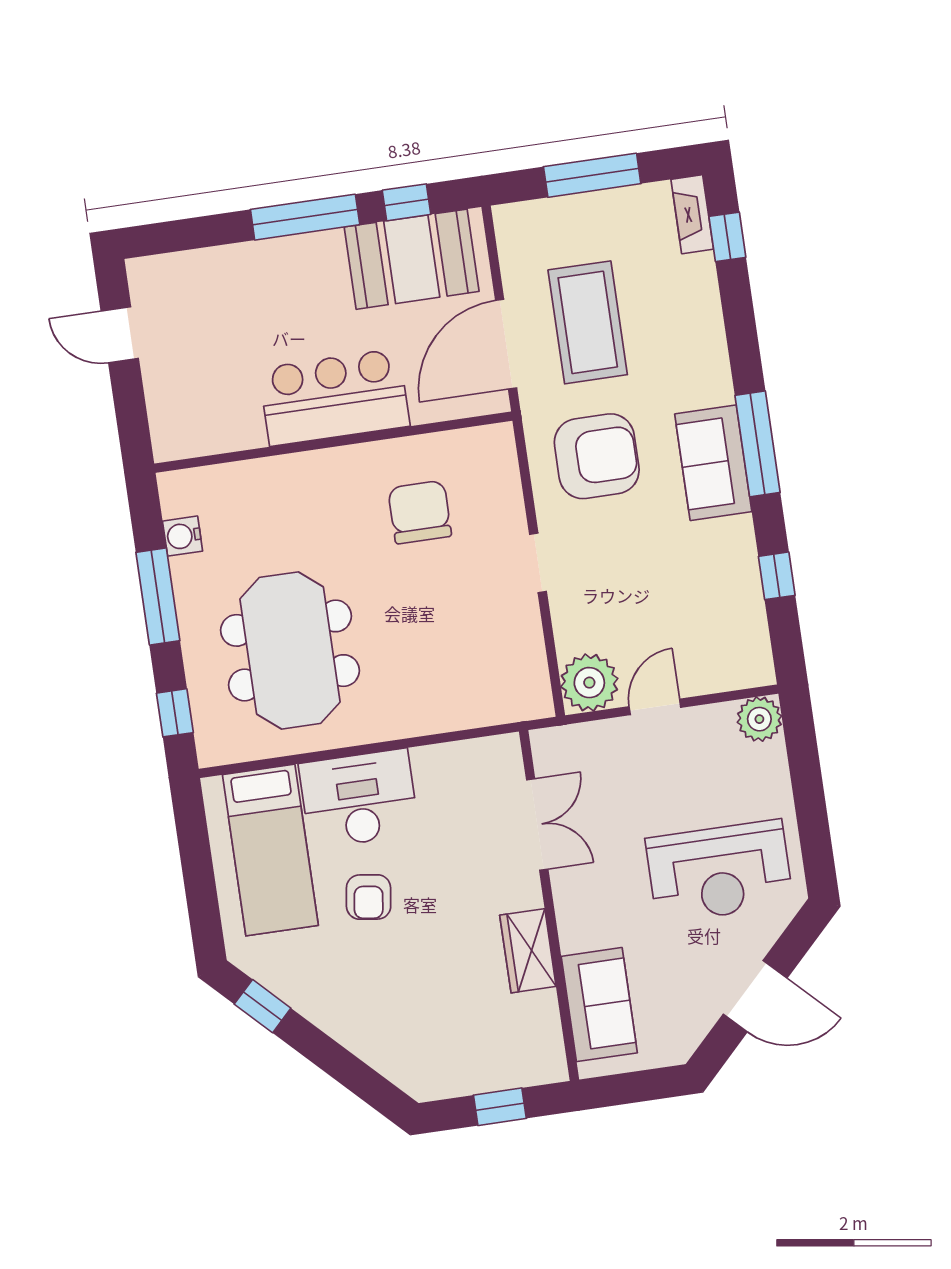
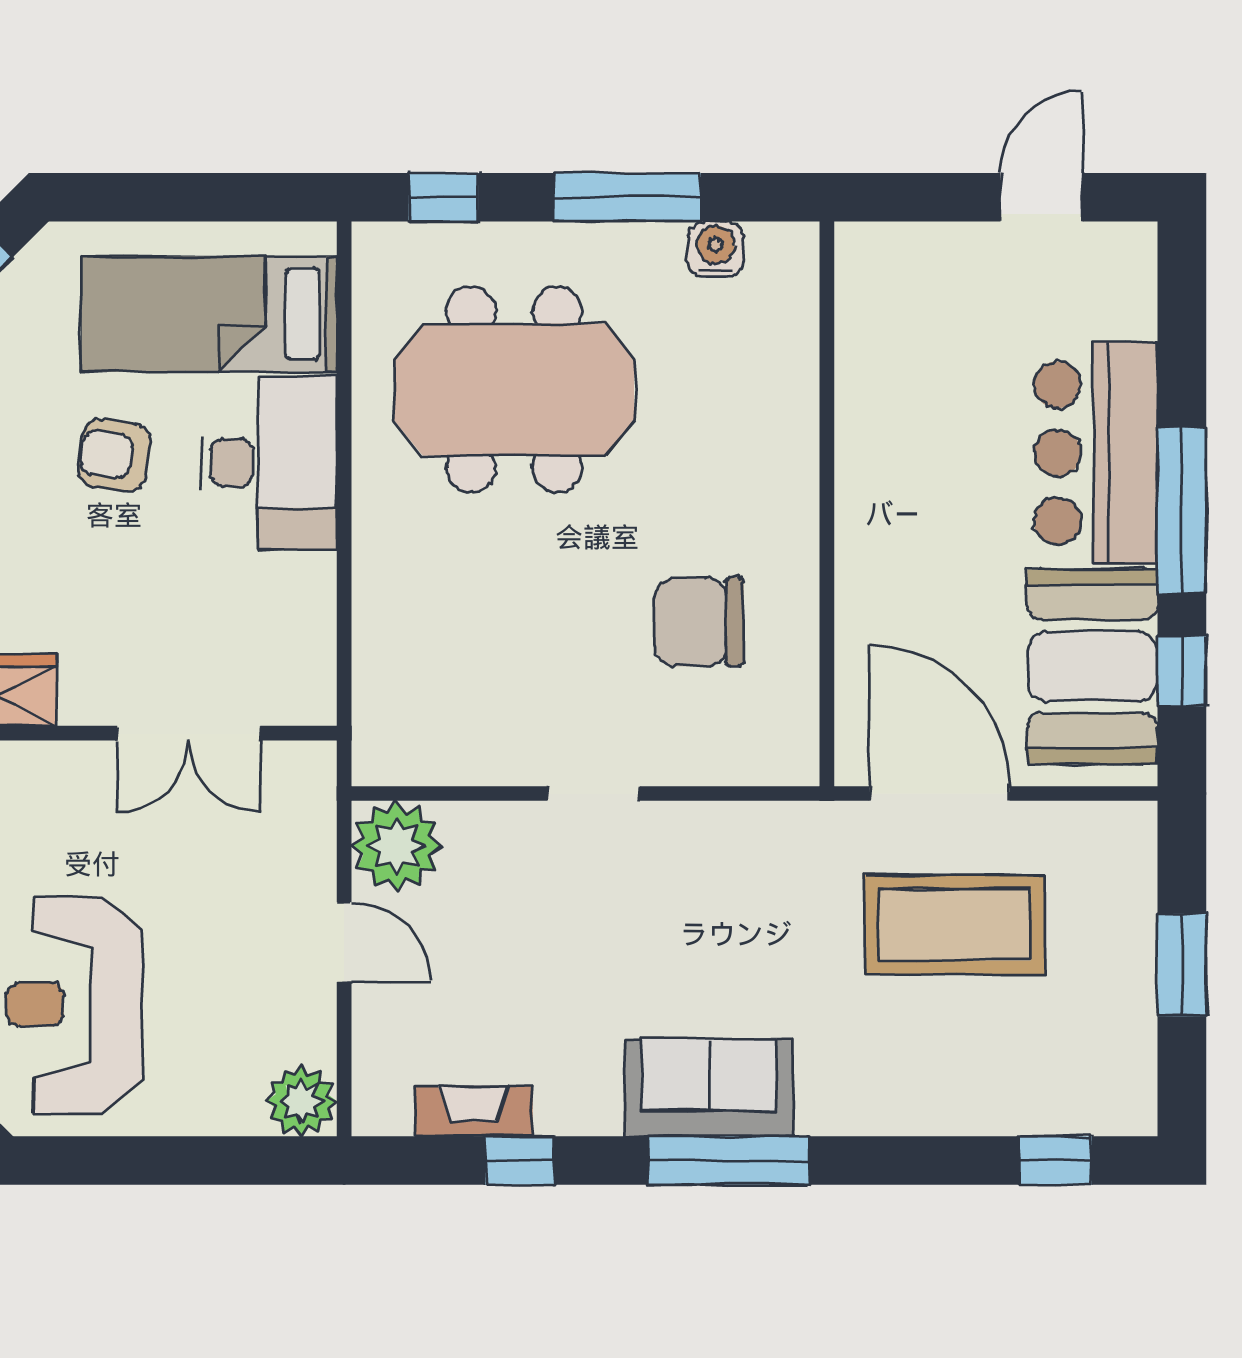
window: (592, 175) -> (1182, 965), width x0.69
fireplace: (692, 214) -> (474, 1111), moved
bar counter: (334, 397) -> (1096, 453), moved, turned 180
armchair: (597, 456) -> (746, 908), removed
chair: (420, 512) -> (699, 622), turned 180

